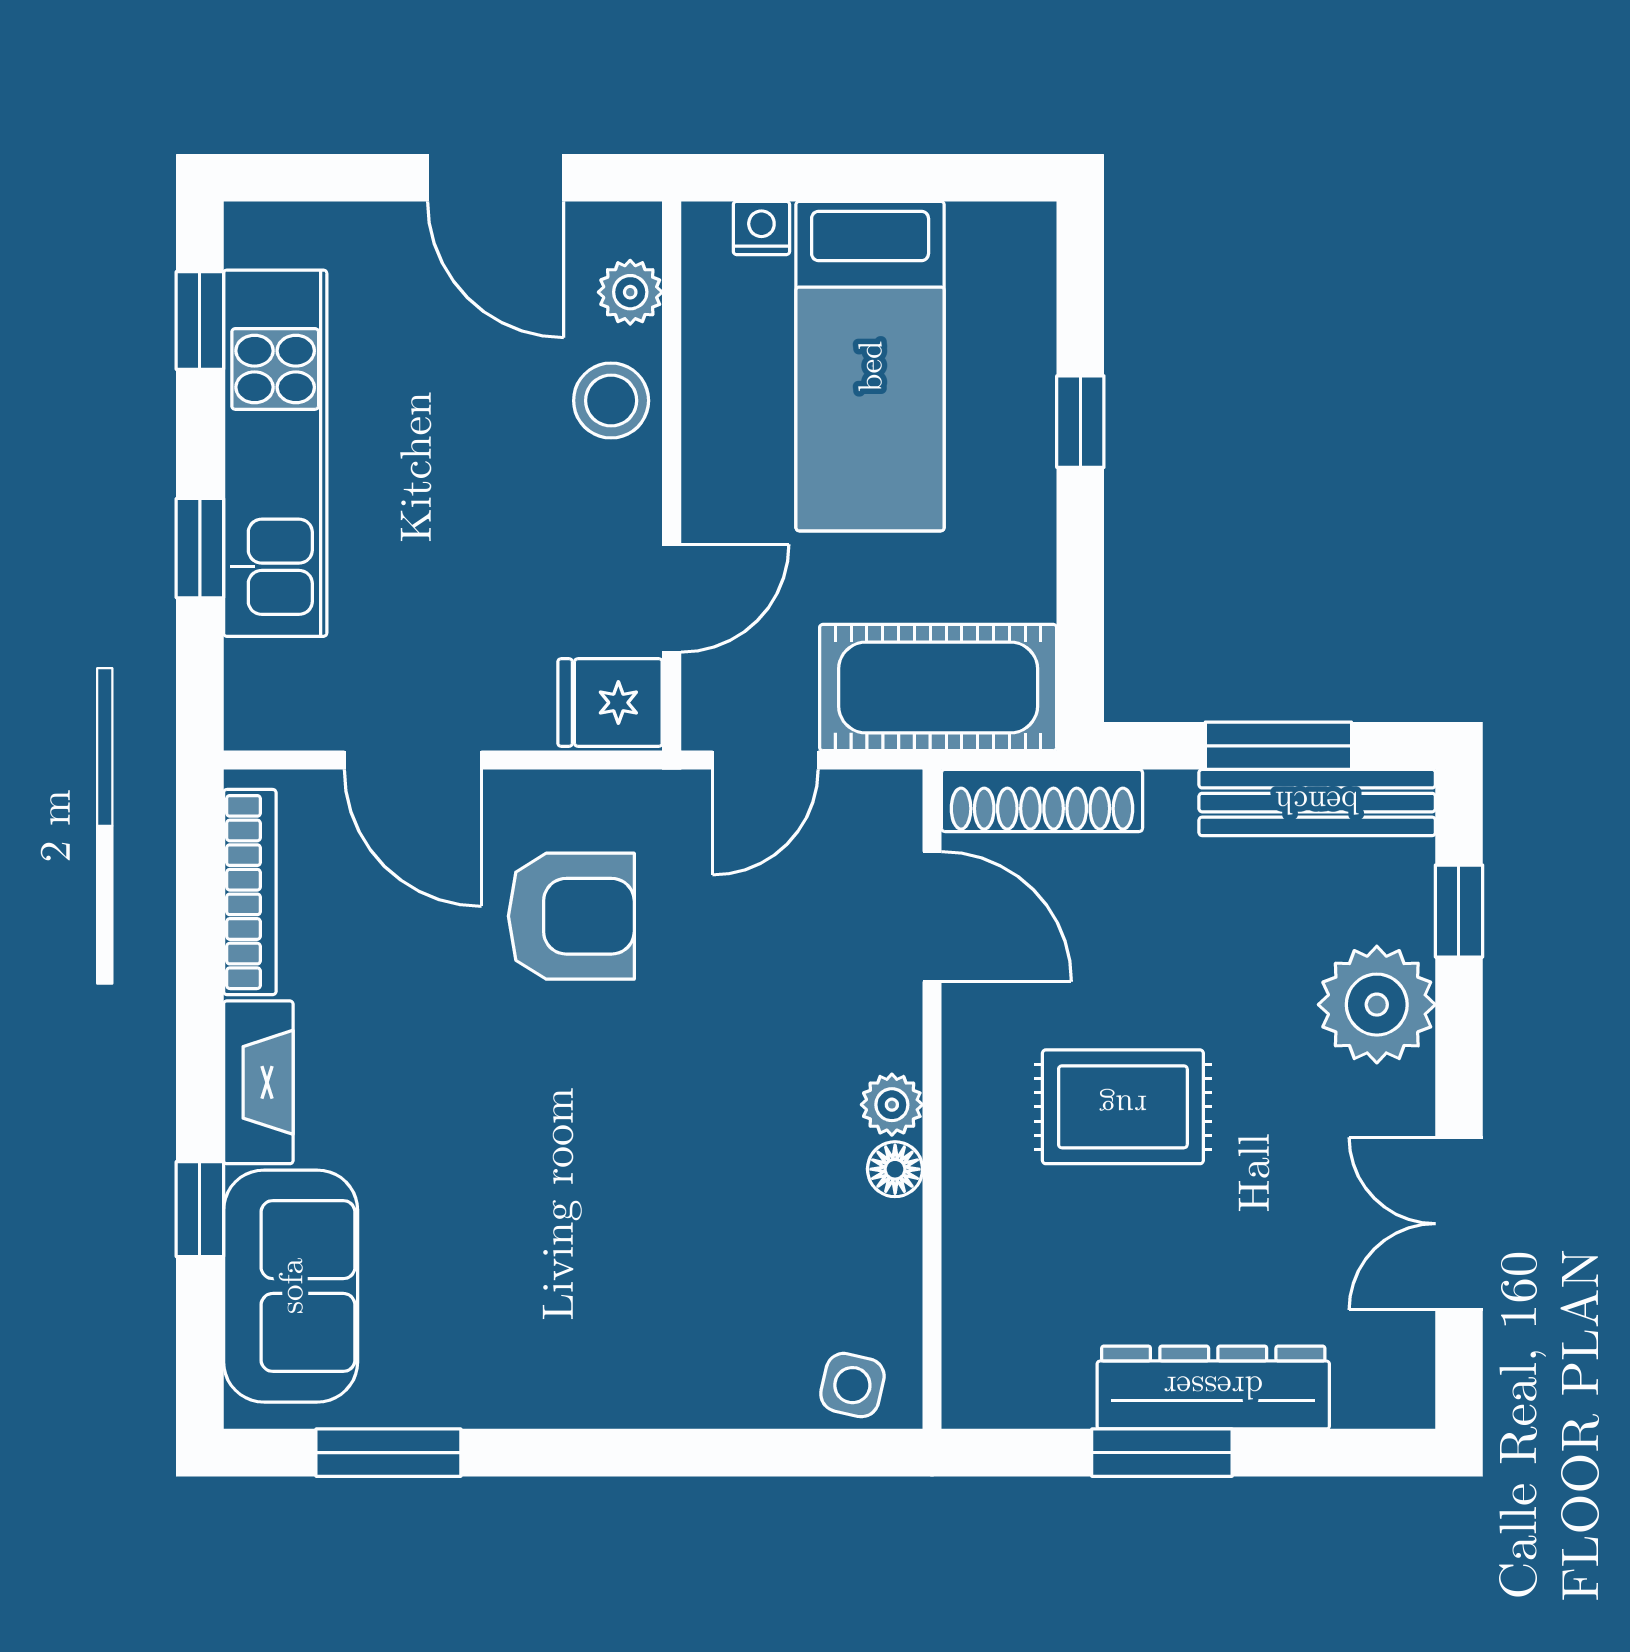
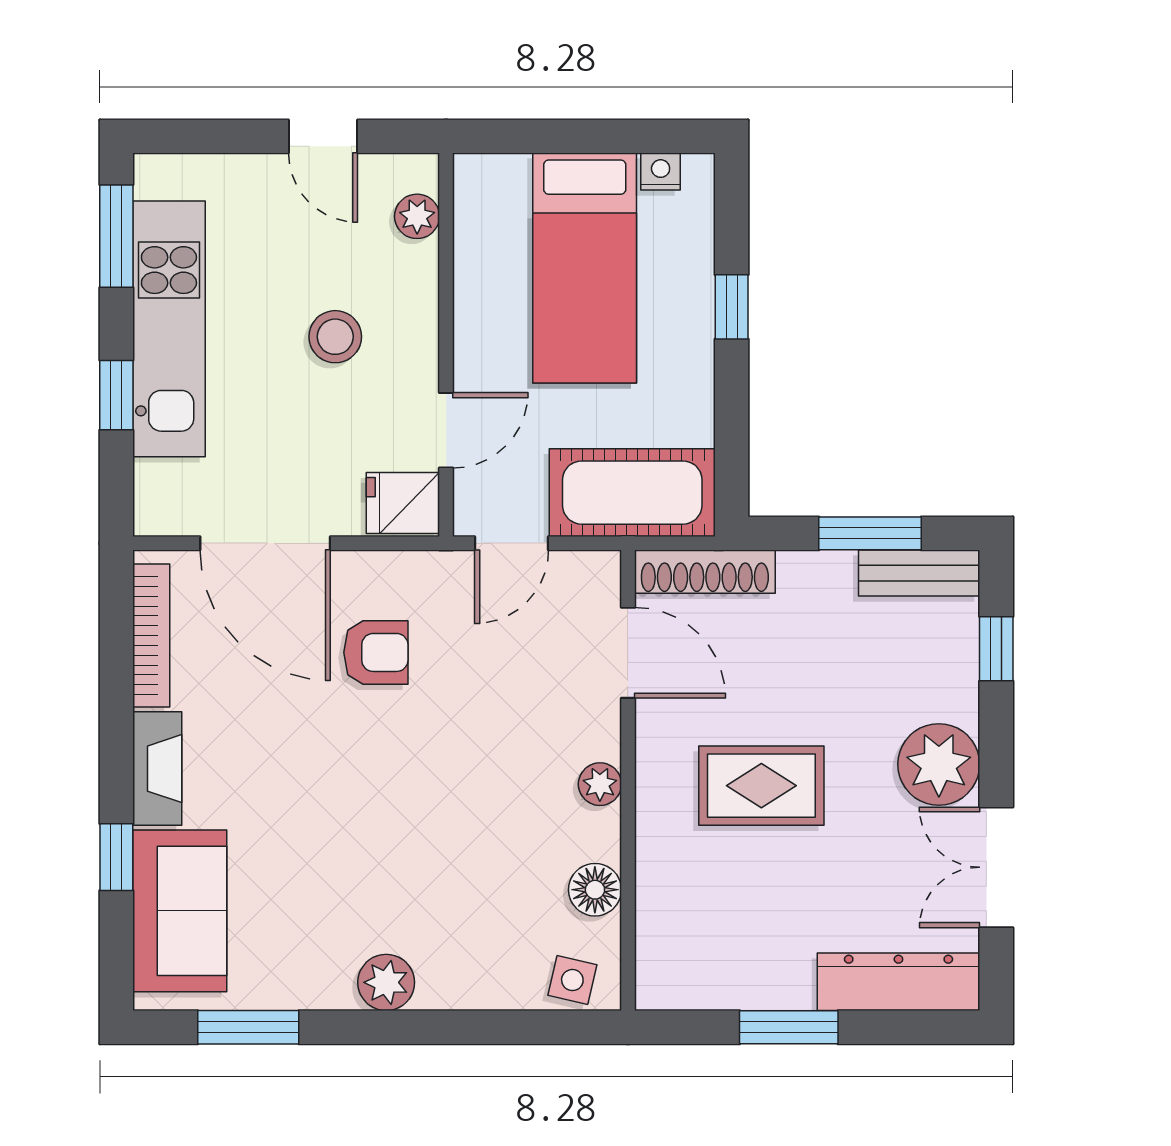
door: (496, 178) -> (323, 136), width x0.73
nightstand: (761, 228) -> (661, 172), moved
window: (200, 320) -> (116, 236), width x1.50
stool: (611, 401) -> (335, 337), moved
door: (413, 760) -> (265, 543), width x1.36
bench: (1317, 803) -> (919, 573), width x0.73
armchair: (571, 916) -> (376, 652), width x0.72, depth x0.72
plant: (1377, 1005) -> (939, 764), moved
floor lamp: (895, 1169) -> (595, 890), moved, width x1.37, depth x1.37
plant: (586, 1388) -> (386, 982), added
dresser: (1213, 1388) -> (898, 982), moved

